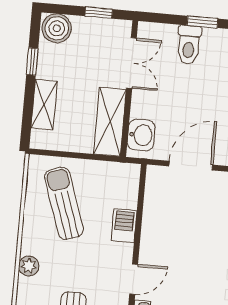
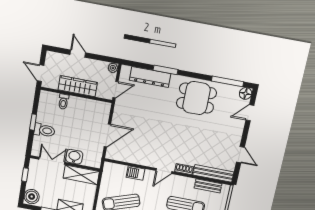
washbasin: (141, 135) -> (74, 157), moved
door: (191, 166) -> (107, 135), swing flipped
door: (134, 279) -> (164, 171), swing flipped

